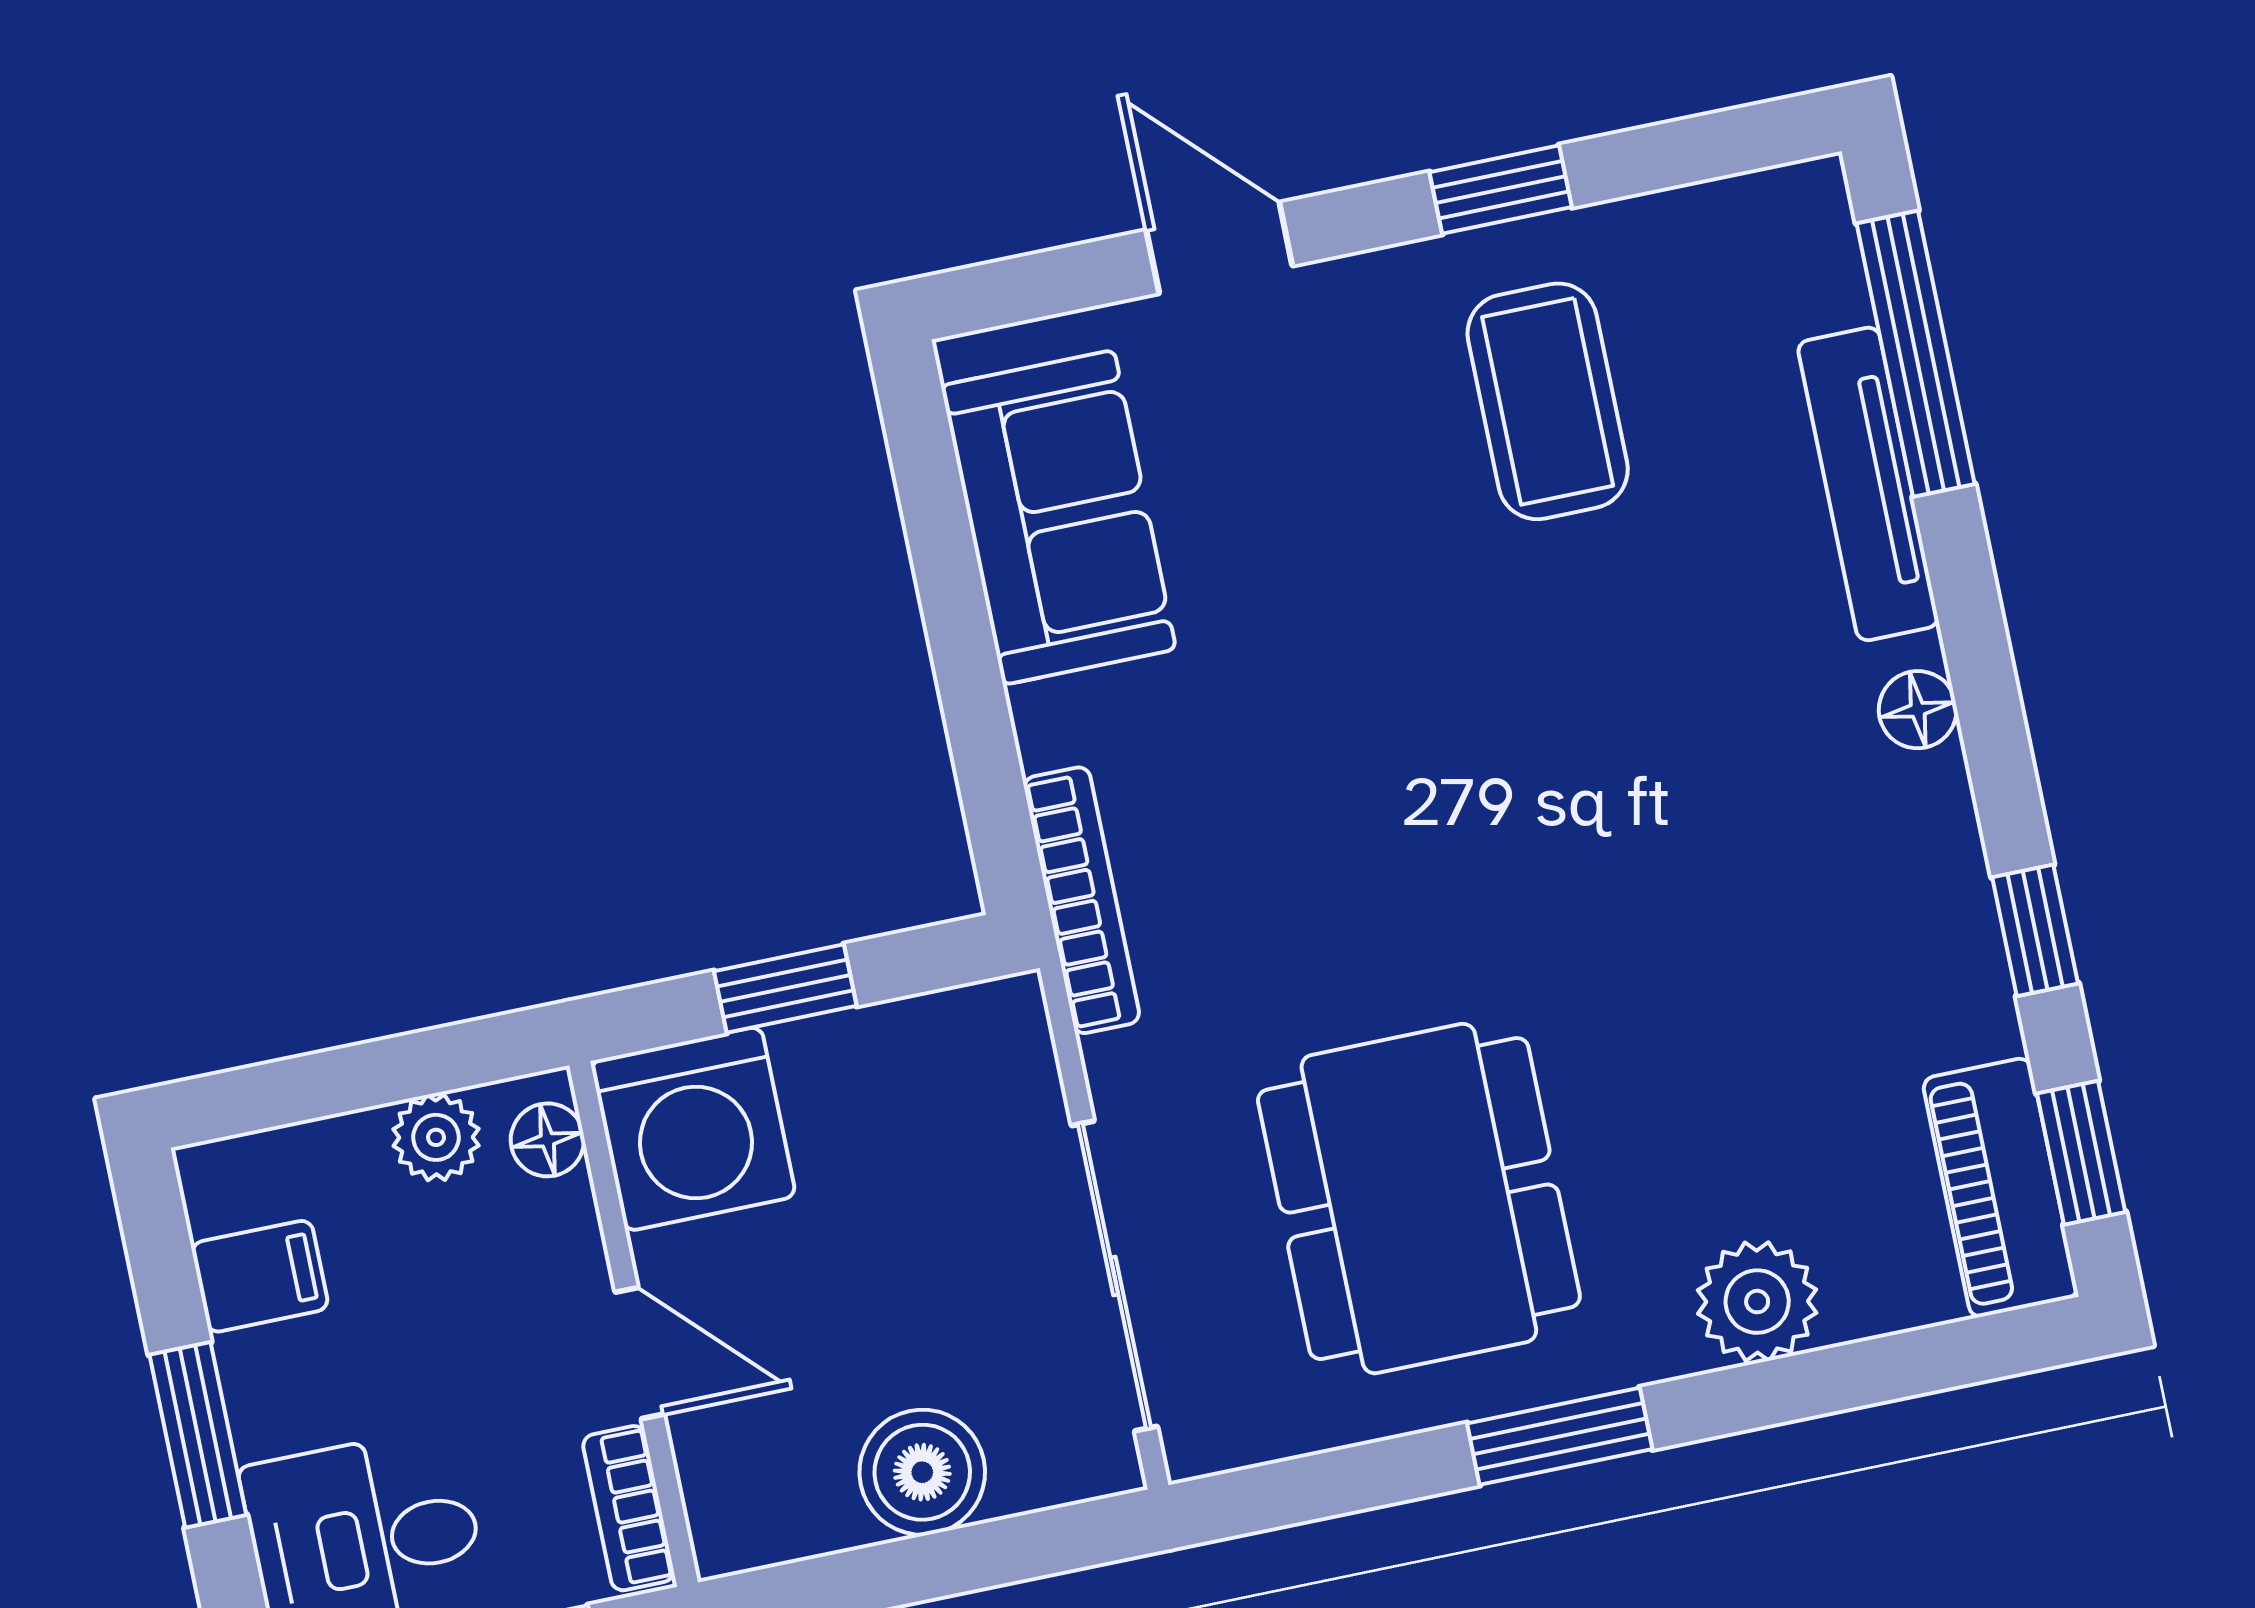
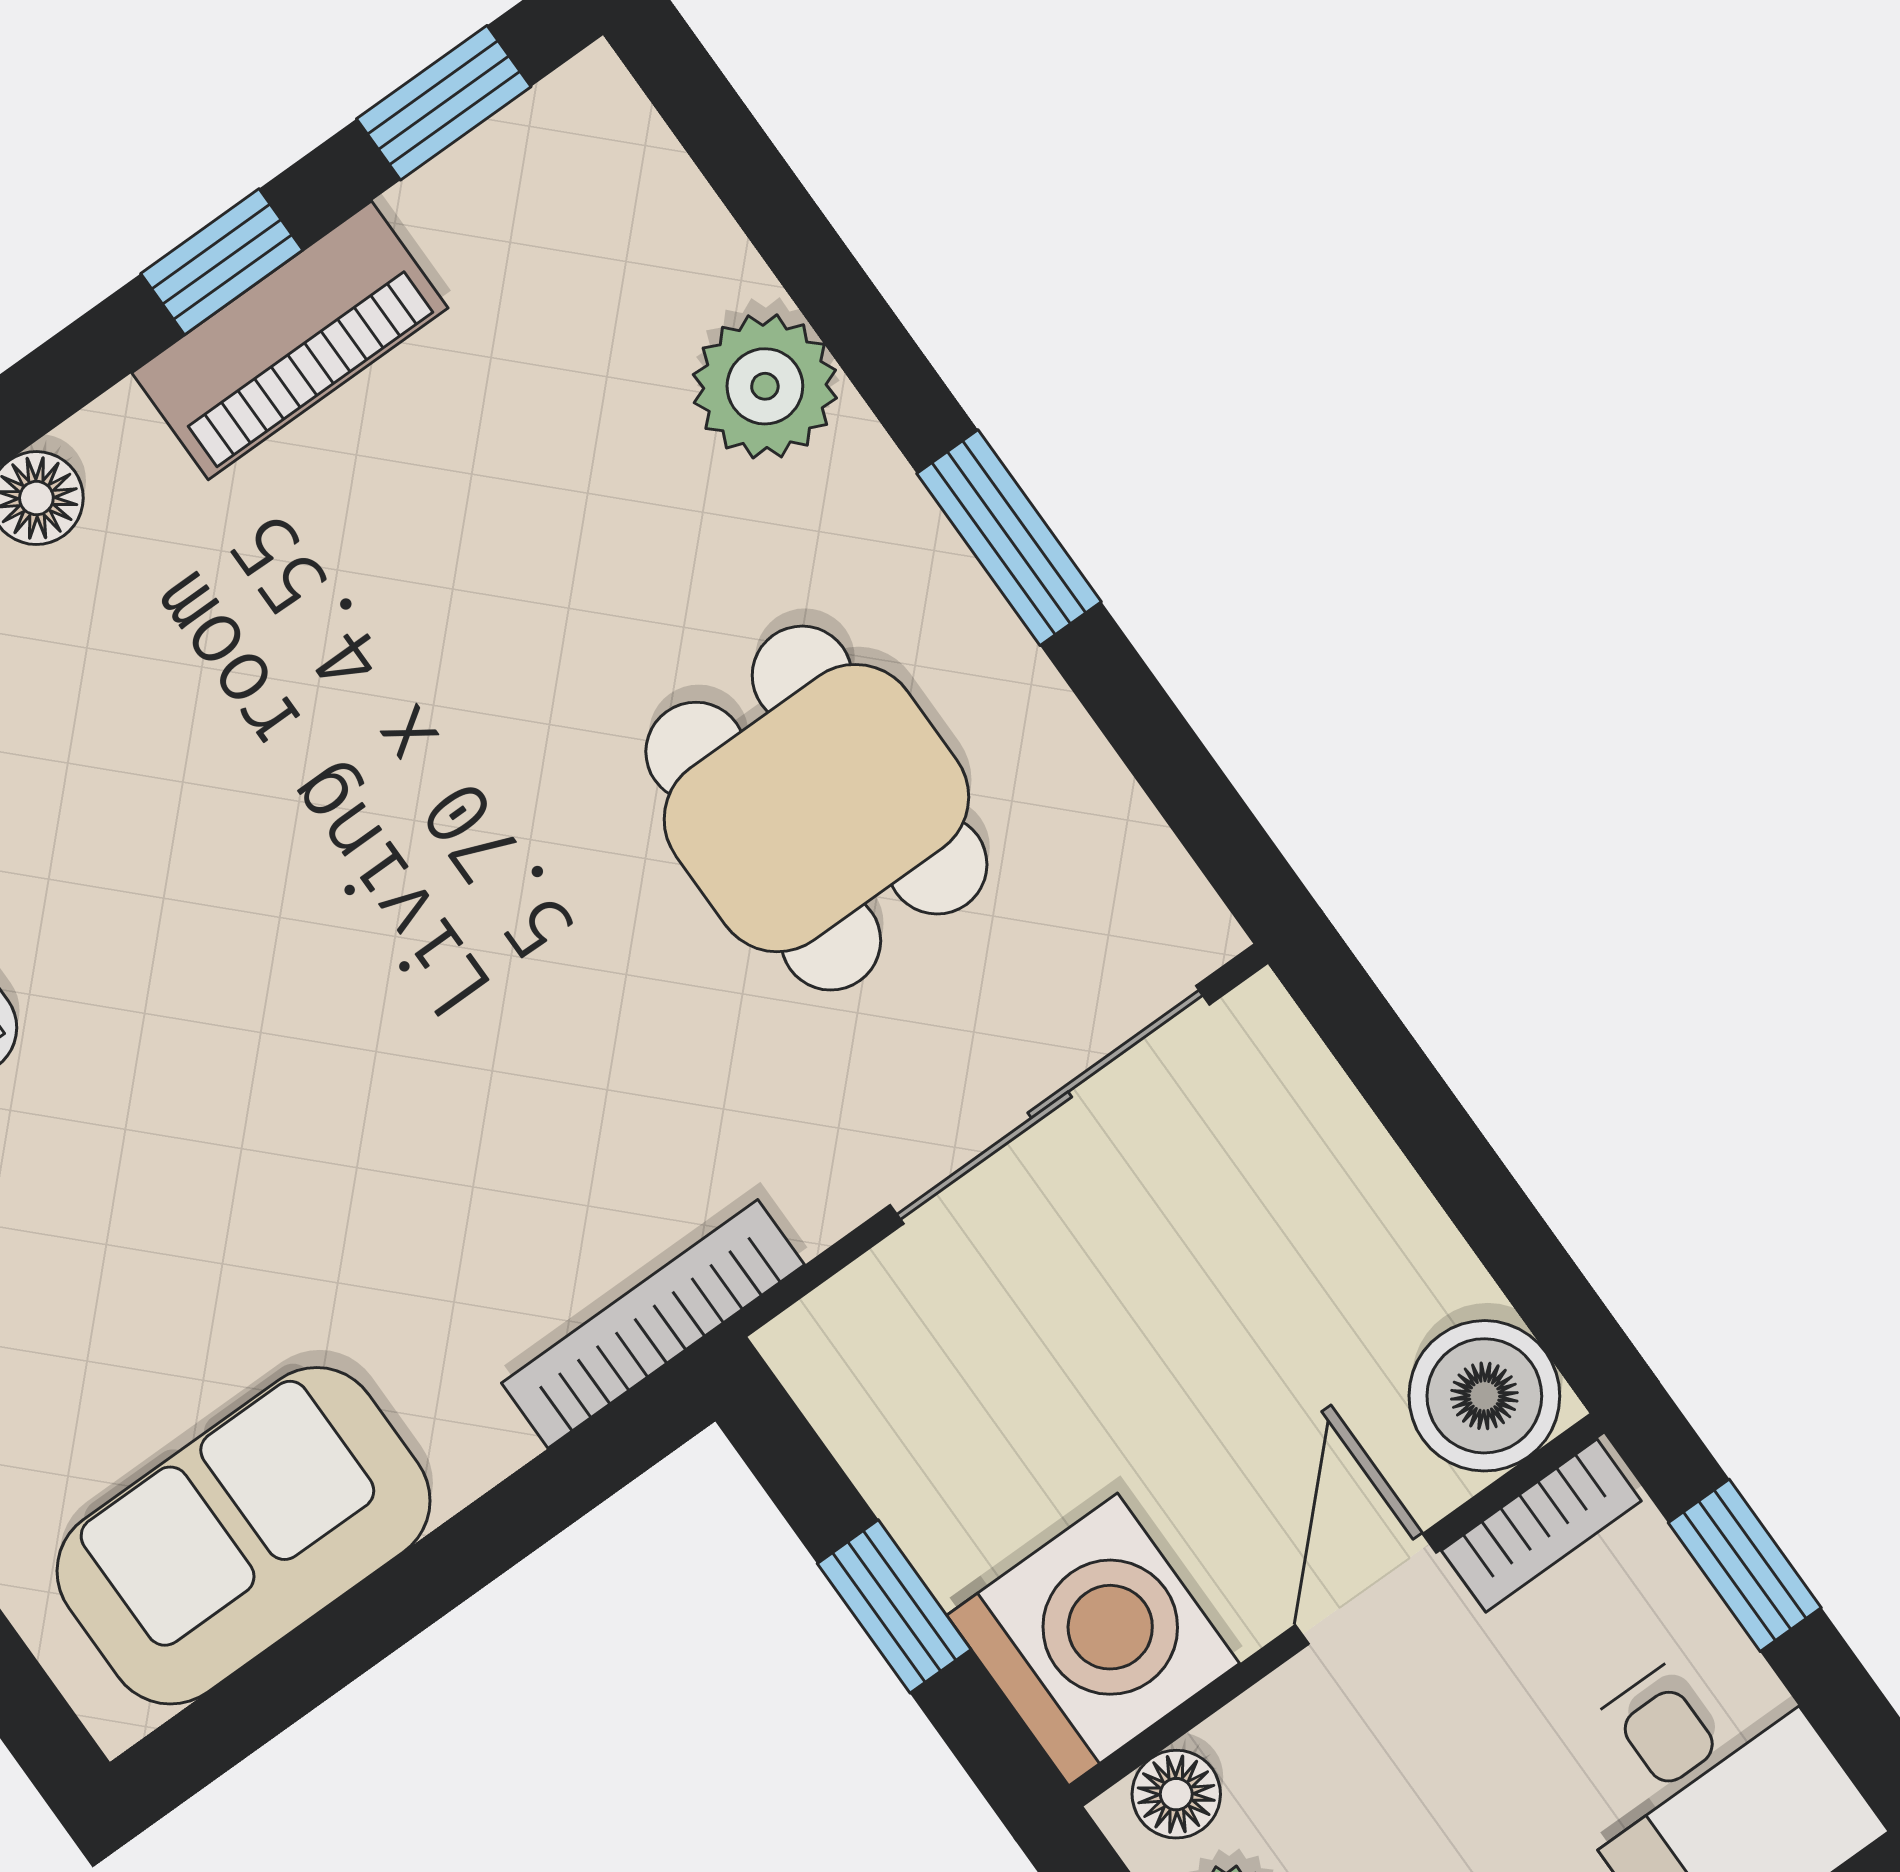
piano: (2000, 1188) -> (290, 340), moved
dining table: (1419, 1199) -> (816, 808), width x0.73
boiler: (922, 1472) -> (1484, 1396), moved

